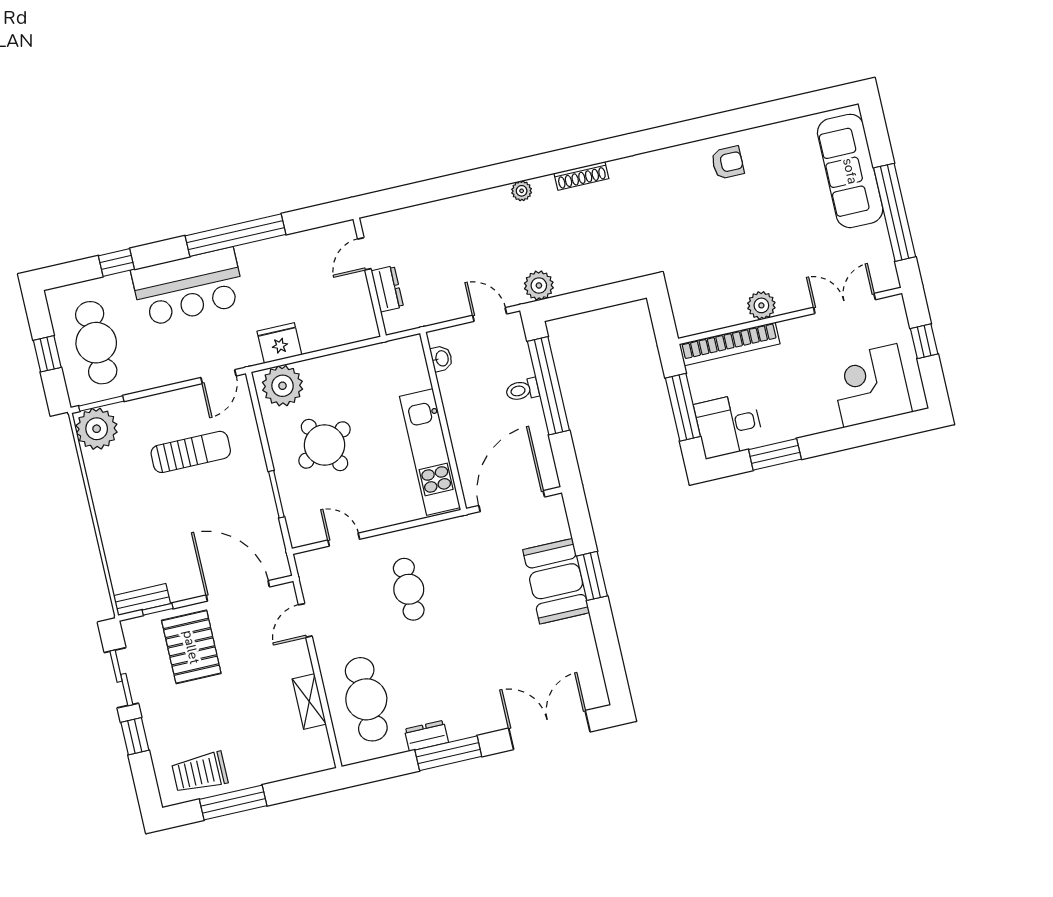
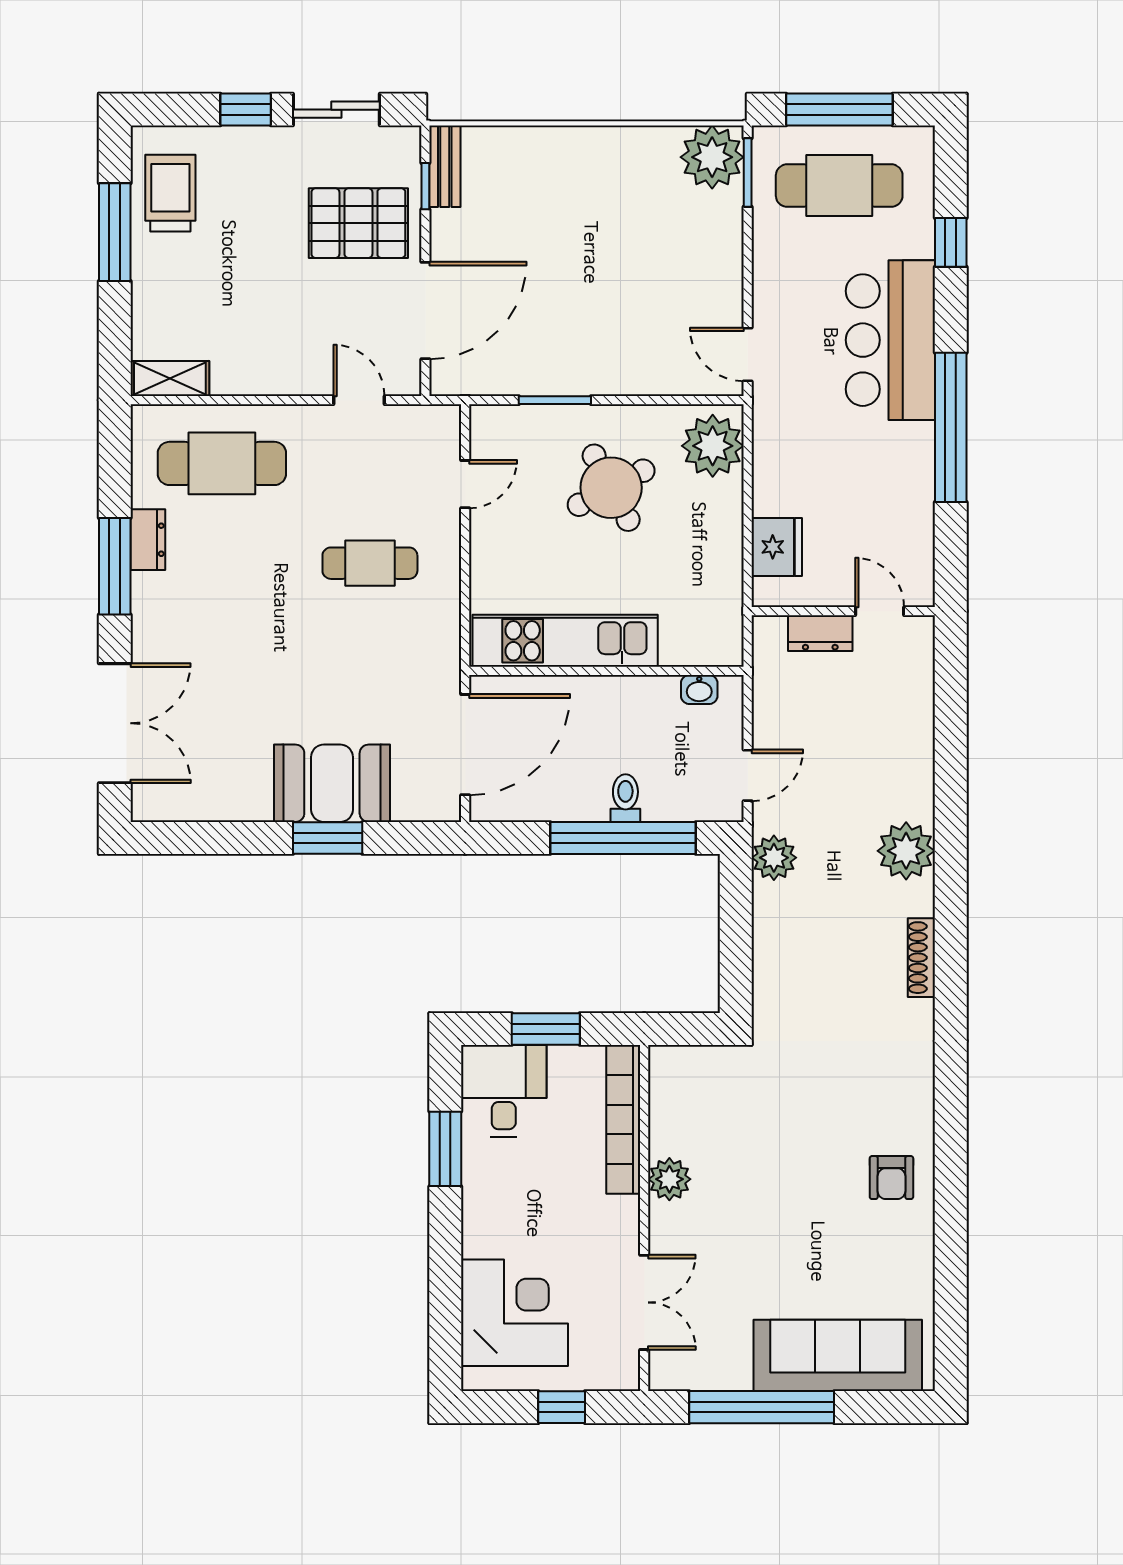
plant: (522, 191) -> (906, 851), width x1.88, depth x1.88
fridge: (279, 343) -> (777, 547), moved
window: (47, 354) -> (839, 110), width x2.17
window: (683, 407) -> (546, 1029), width x0.69
sun lounger: (191, 452) -> (646, 288), removed
door: (512, 501) -> (465, 745), hinge flipped
shelving: (309, 701) -> (170, 379), moved

